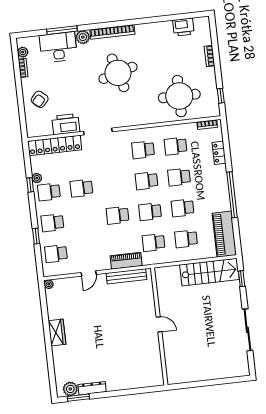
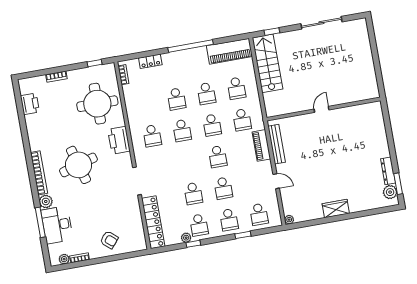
printer: (66, 124) -> (119, 140), moved
school desk: (176, 146) -> (223, 188), moved

